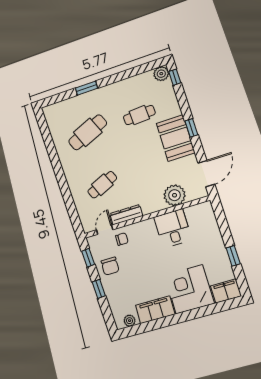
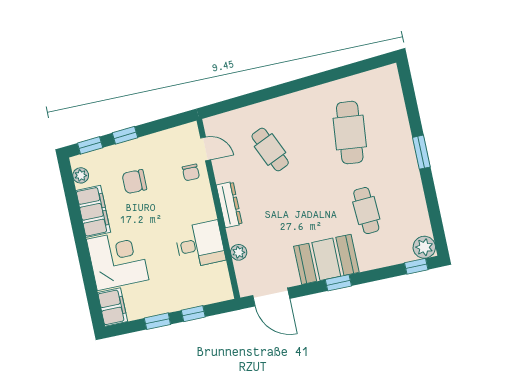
window: (87, 88) -> (421, 152), moved
cafe table: (88, 132) -> (350, 133), turned 30
plant: (175, 195) -> (239, 252), width x0.53, depth x0.53
dresser: (126, 215) -> (229, 205), moved
window: (225, 229) -> (193, 314), added
window: (88, 258) -> (90, 145), moved
chair: (110, 266) -> (134, 182), moved

